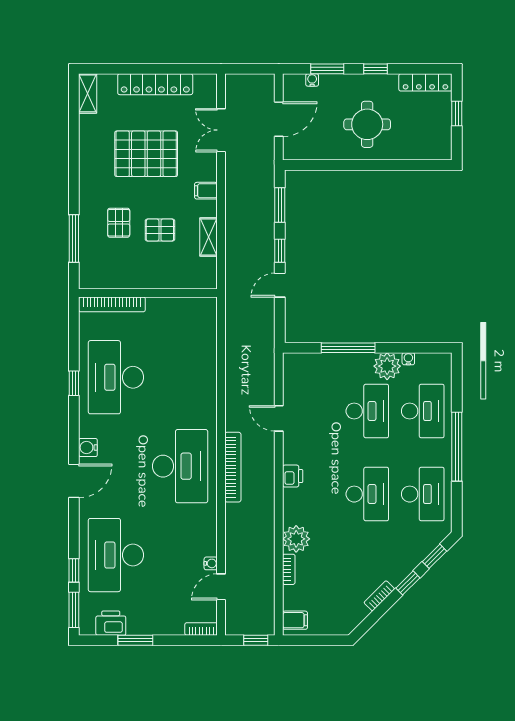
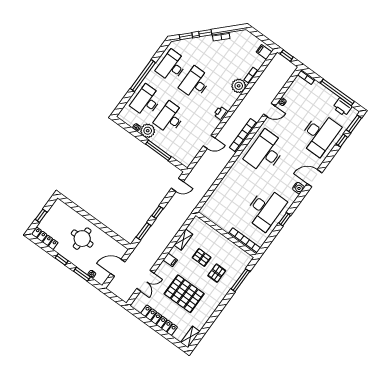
door: (280, 285) -> (177, 185), moved
door: (279, 418) -> (209, 142), hinge flipped
door: (221, 587) -> (269, 110), moved
window: (135, 640) -> (337, 92), width x2.11

